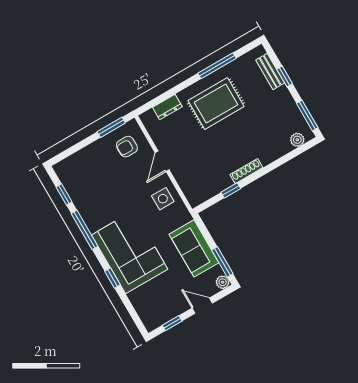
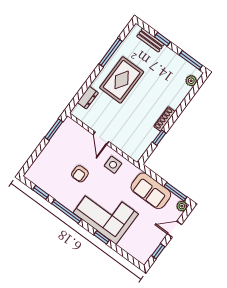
armchair: (127, 147) -> (80, 174), moved

